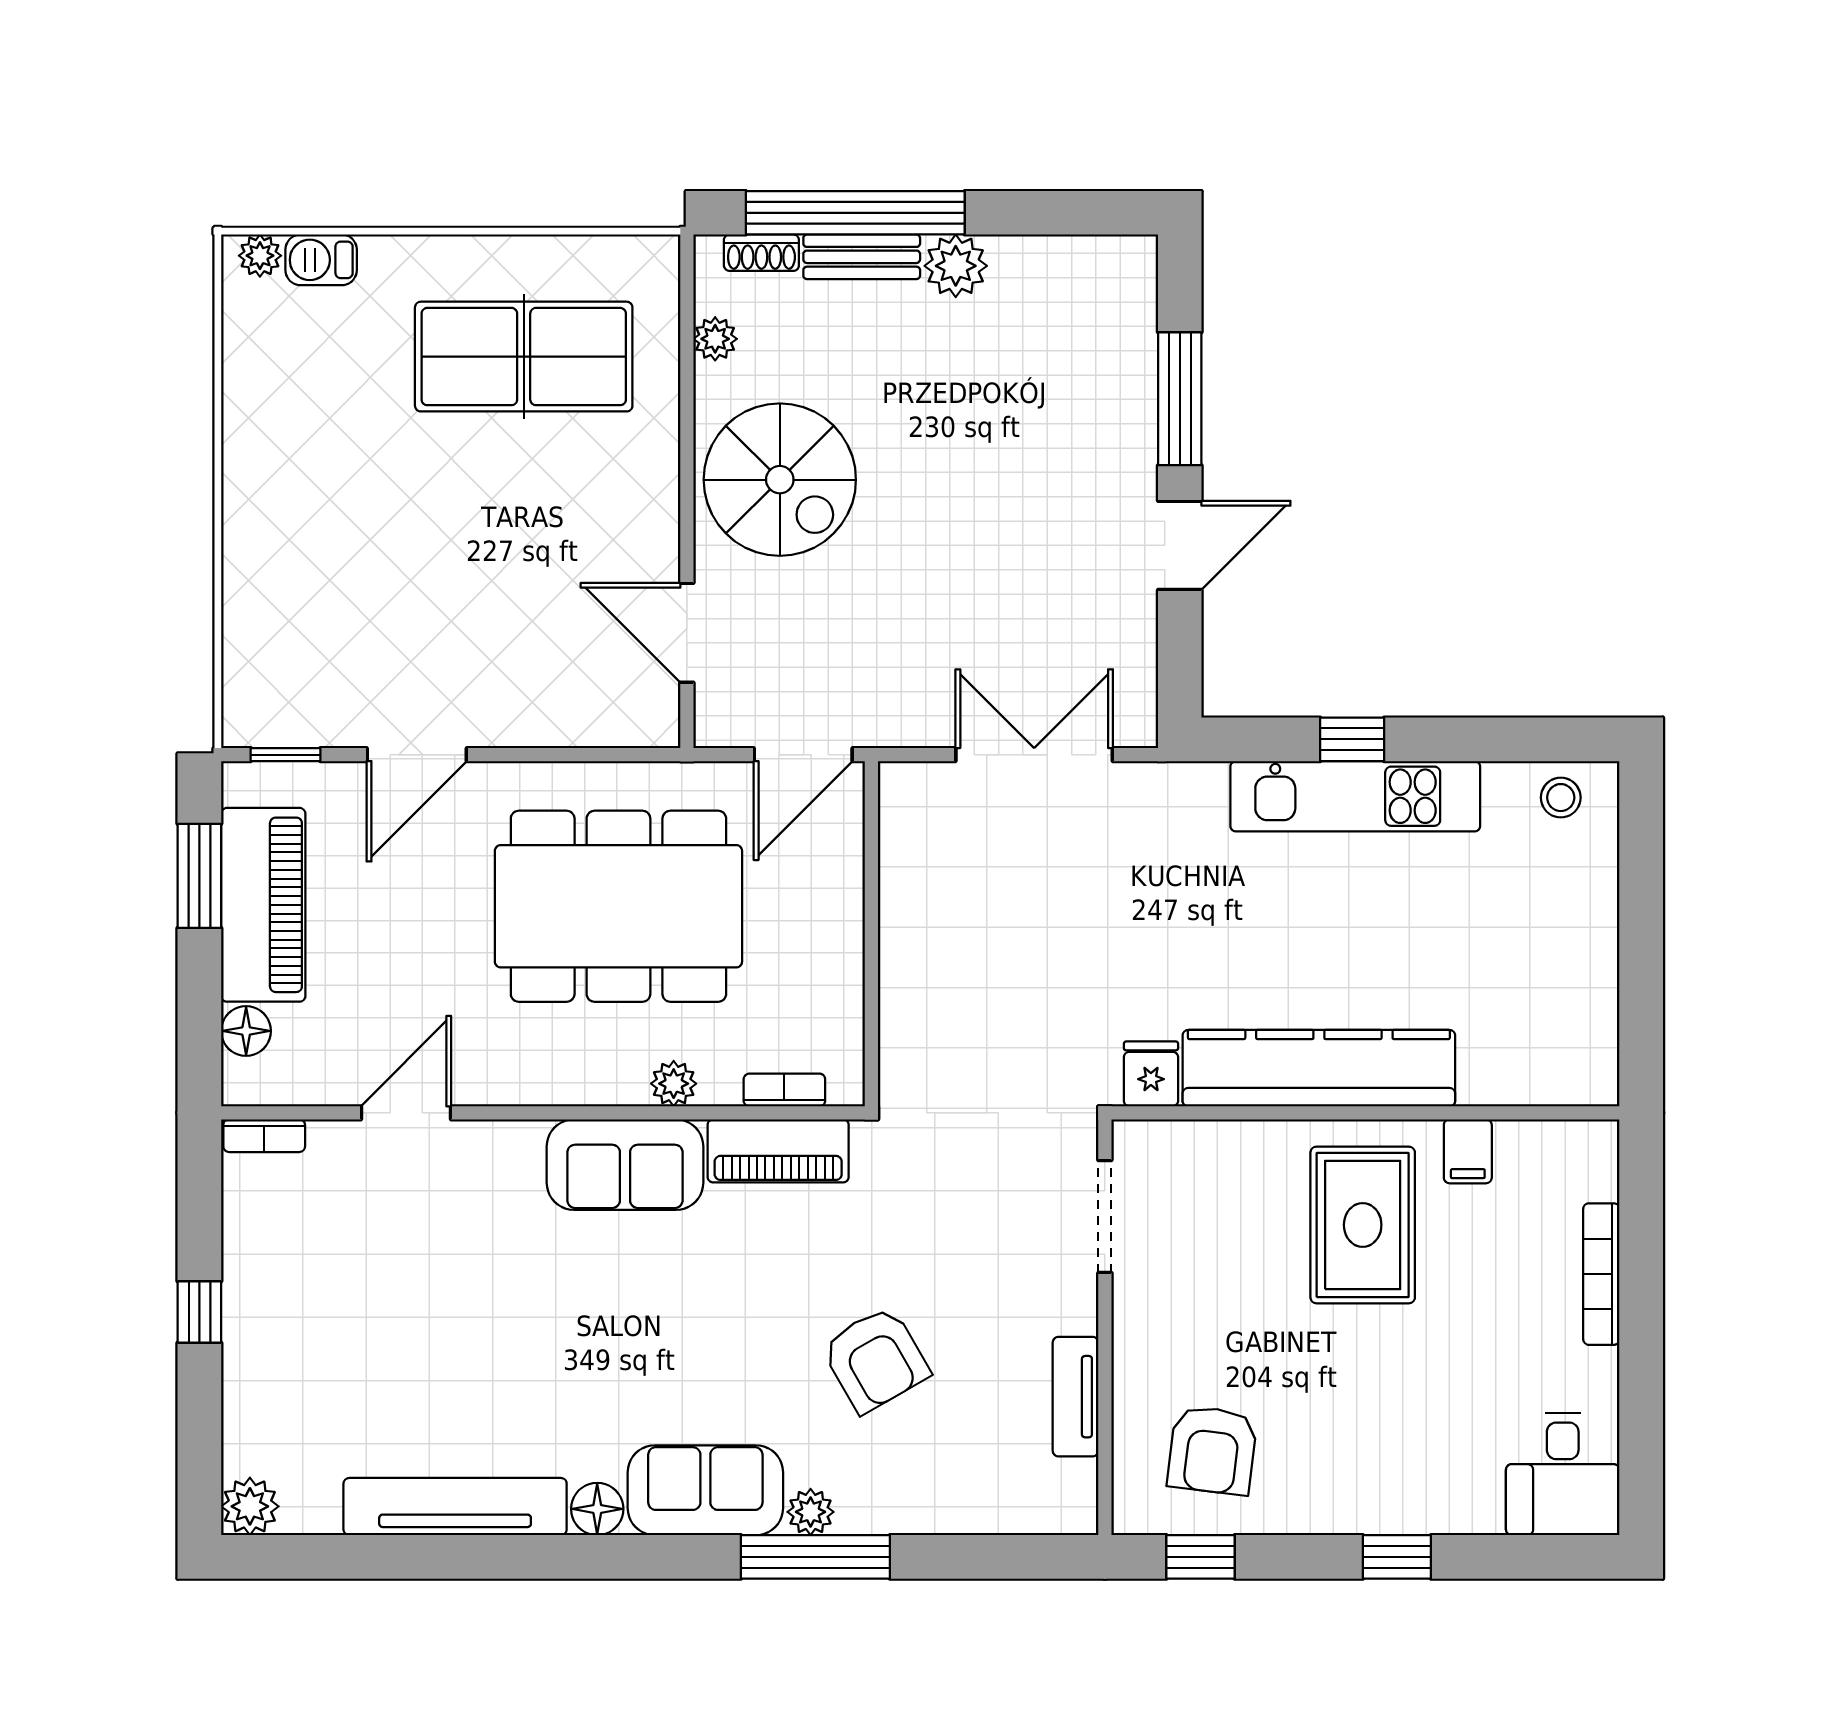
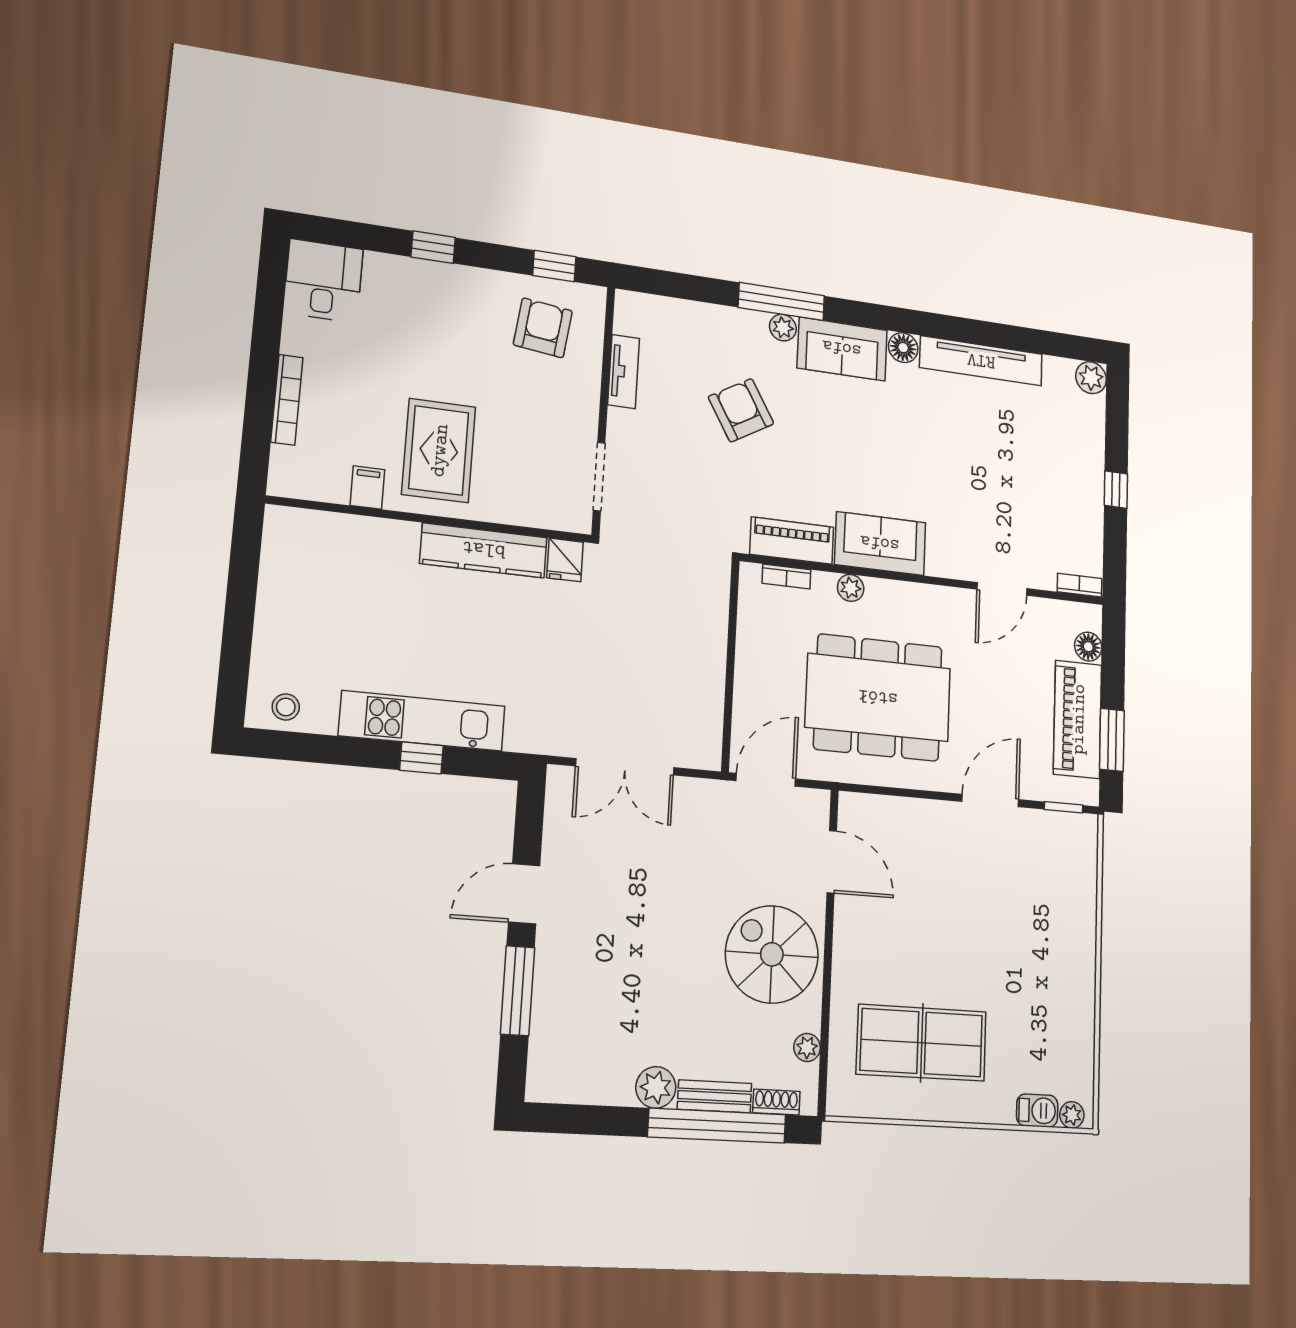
kitchen counter: (1319, 1068) -> (484, 550), width x0.72, depth x0.86

